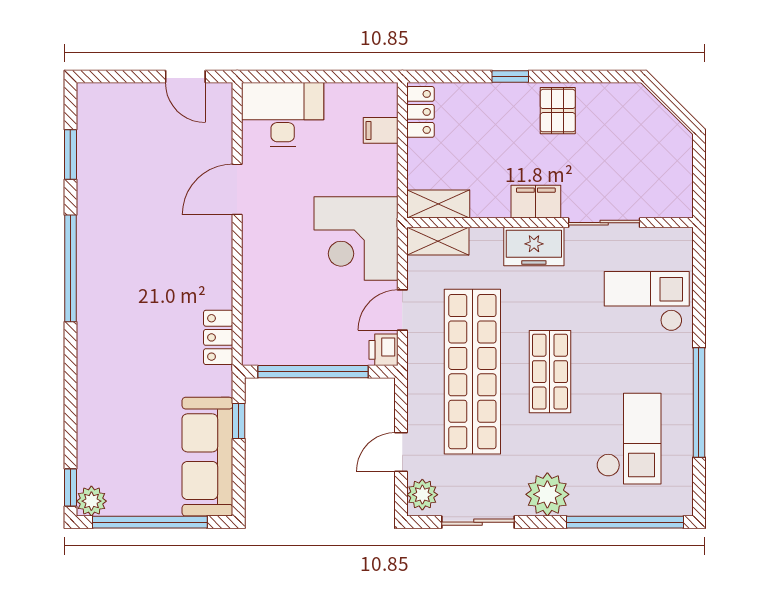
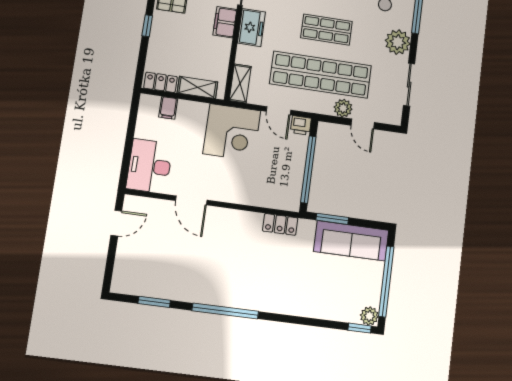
shelving: (438, 204) -> (197, 87), moved, turned 90
window: (239, 421) -> (332, 219), width x1.50
plant: (422, 495) -> (343, 108), moved

